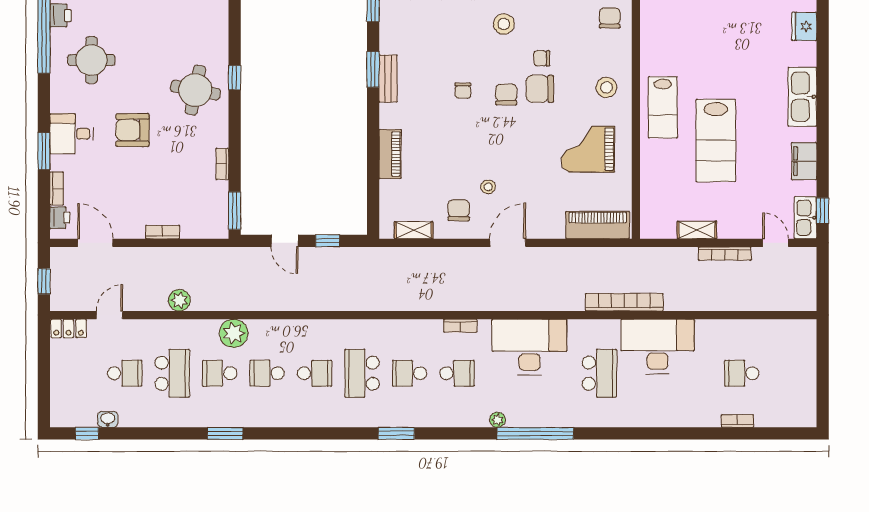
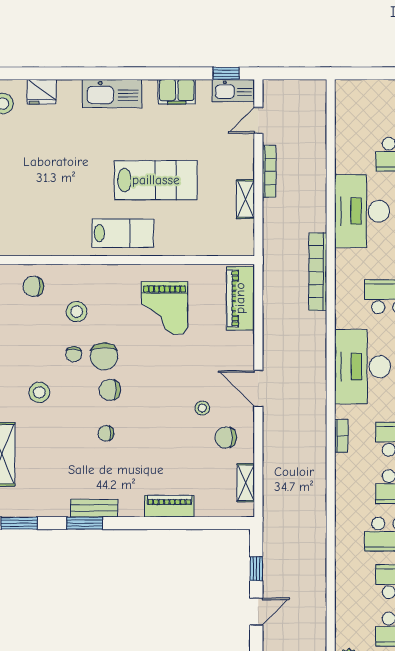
stool: (606, 87) -> (77, 312), moved
chair: (463, 91) -> (106, 433), turned 180
desk: (658, 346) -> (362, 211), moved

